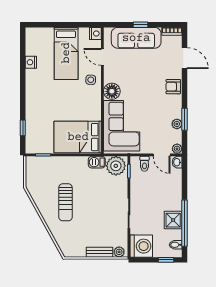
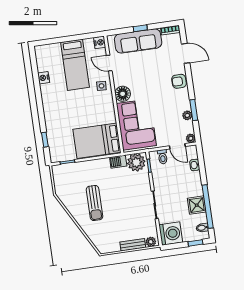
washbasin: (177, 162) -> (195, 165), moved

